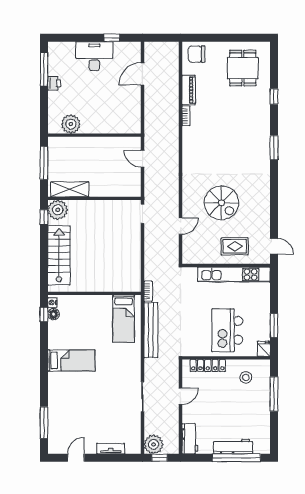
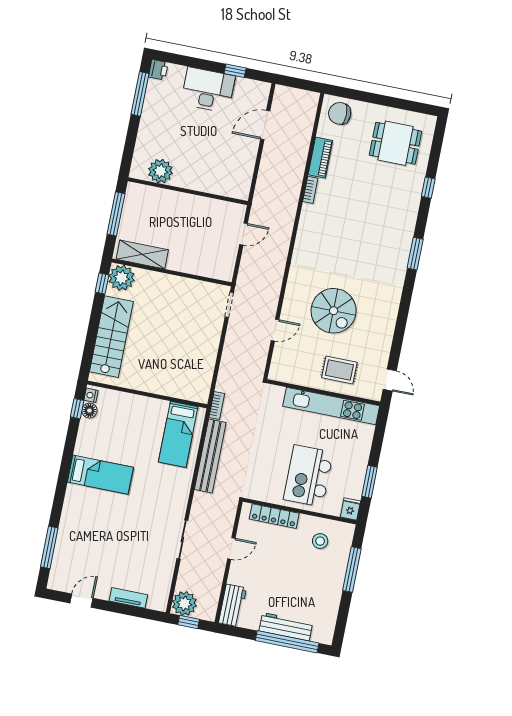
dining table: (243, 68) -> (395, 143), turned 90
printer: (54, 83) -> (158, 70), moved
door: (143, 159) -> (243, 234), swing flipped

